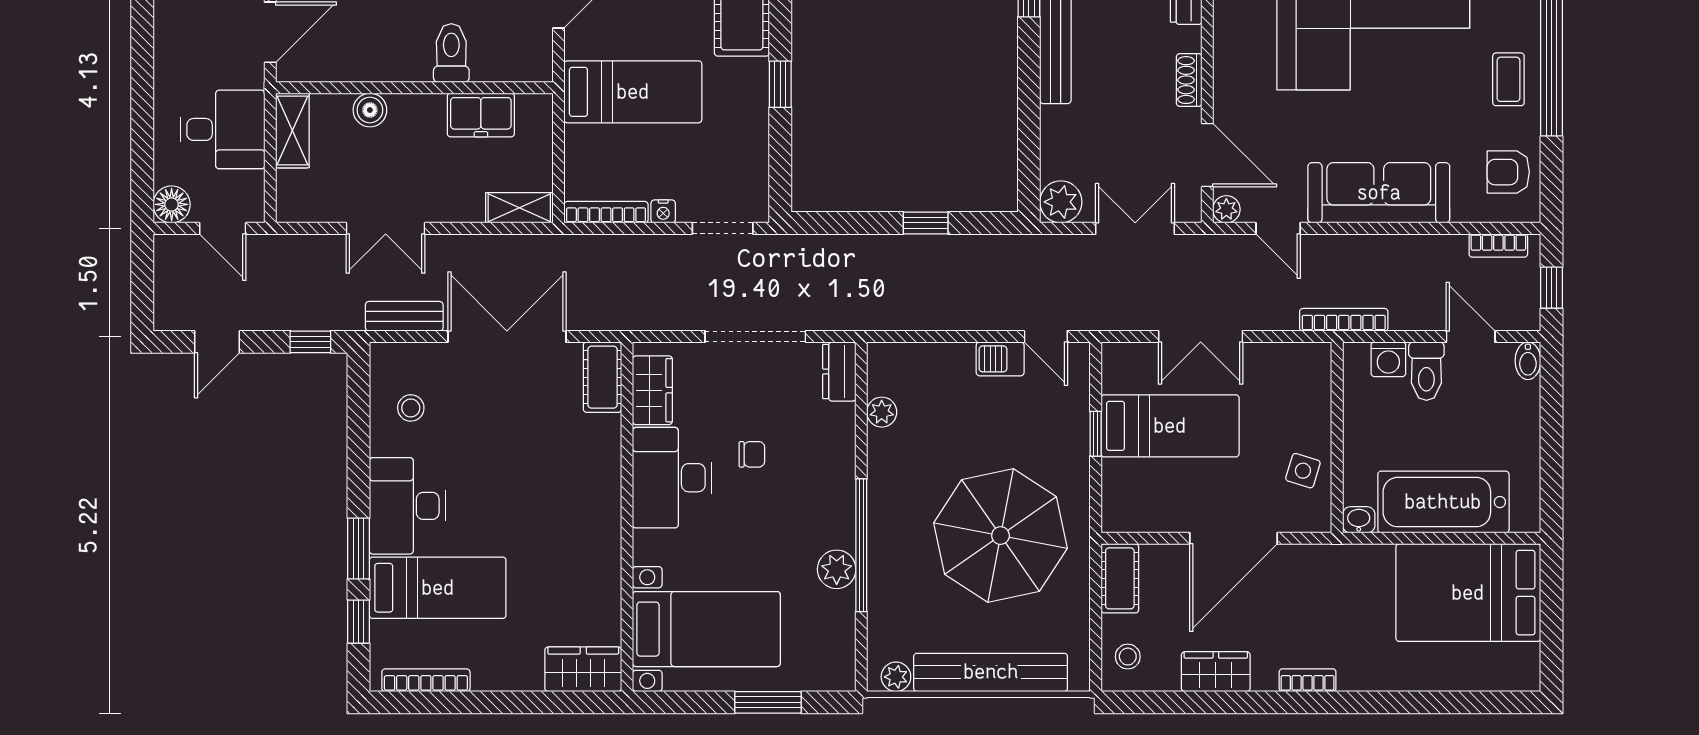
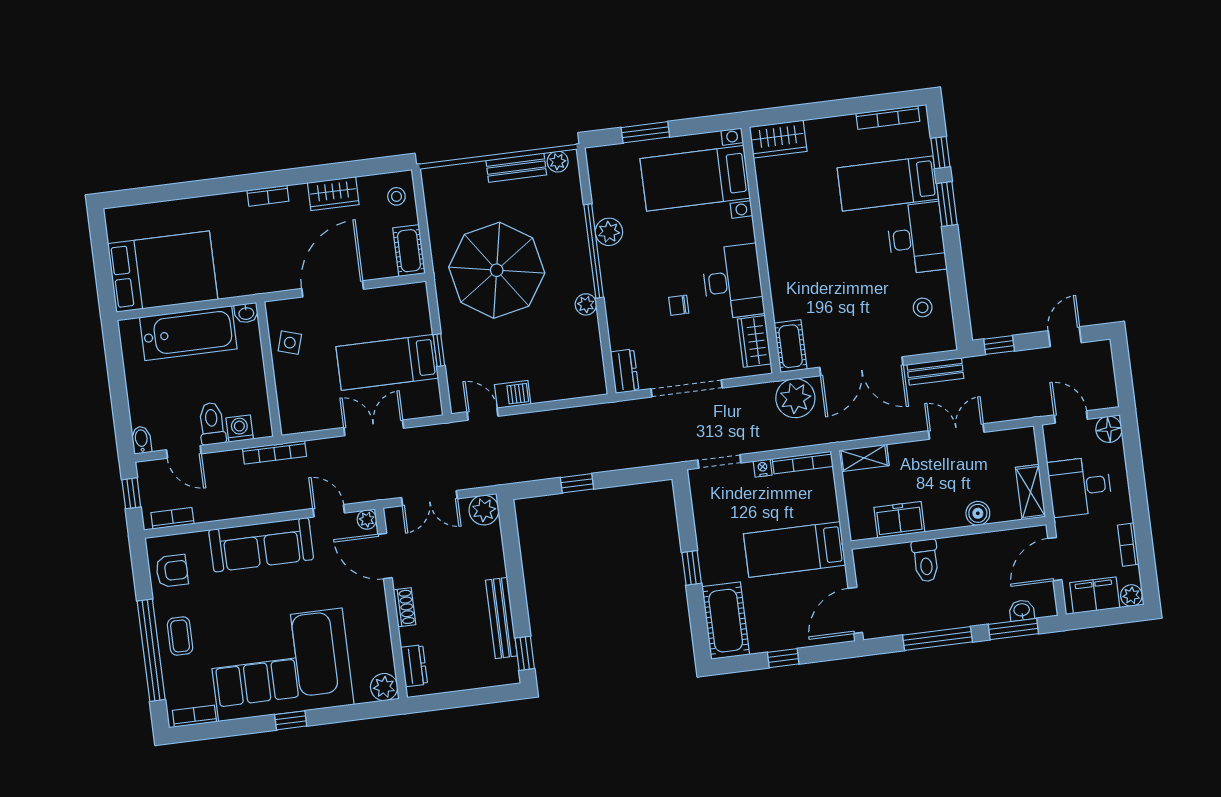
bookcase: (165, 40) -> (1128, 545), added
plant: (605, 303) -> (795, 398), added
plant: (882, 412) -> (586, 304), moved
bench: (991, 672) -> (516, 168), width x0.54, depth x0.82

